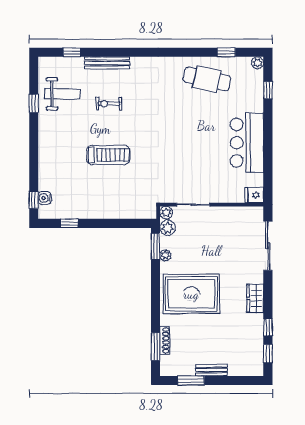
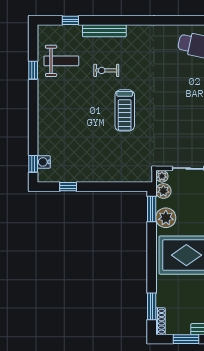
treadmill: (108, 155) -> (125, 110), moved, turned 90
plant: (165, 255) -> (166, 218), width x1.88, depth x1.88
shoe rack: (165, 340) -> (160, 321), moved

